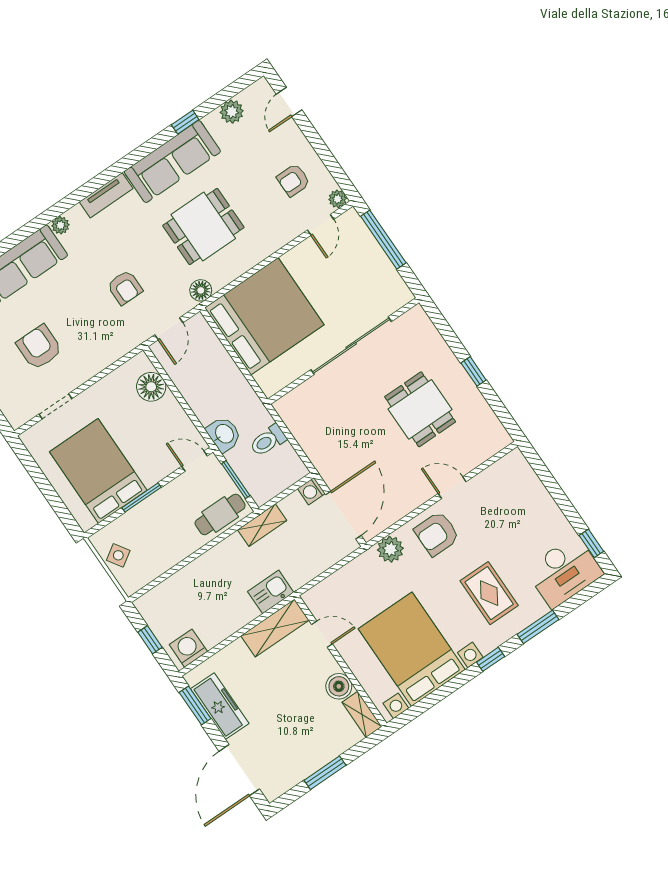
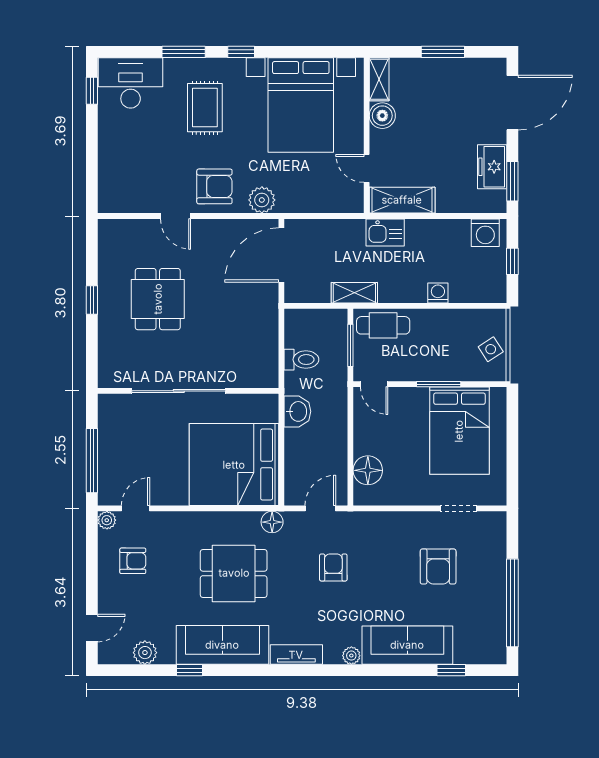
washbasin: (224, 434) -> (297, 411), moved, turned 180
washing machine: (311, 491) -> (438, 293), moved, turned -90
freezer: (220, 706) -> (492, 167), width x0.71

